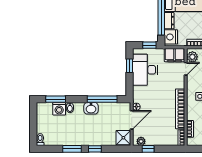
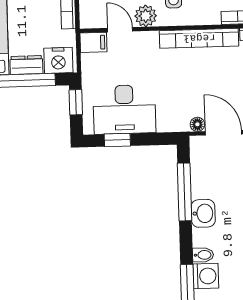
filing cabinet: (175, 55) -> (93, 42), width x0.50
plant: (192, 57) -> (146, 16), moved

